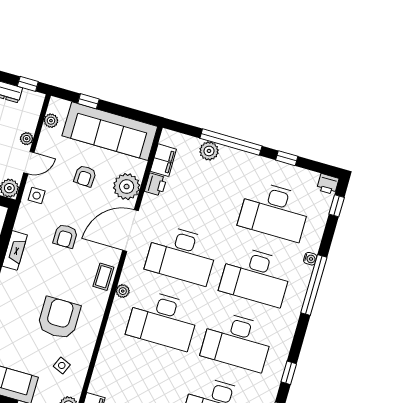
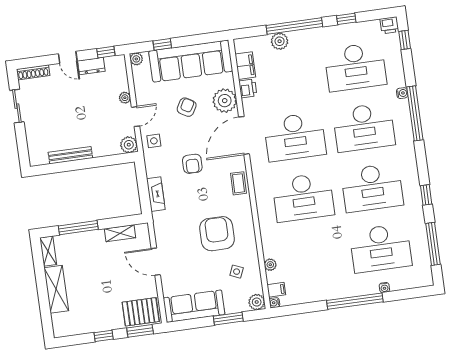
plant: (51, 121) -> (136, 59), moved
armchair: (85, 176) -> (187, 107), turned -153
plant: (123, 291) -> (270, 265), moved

